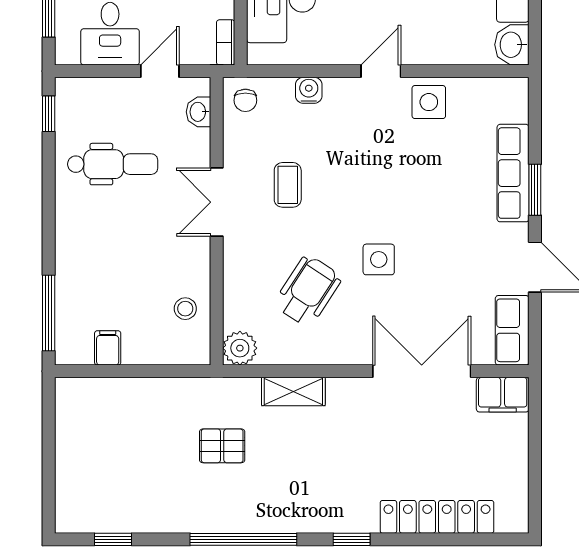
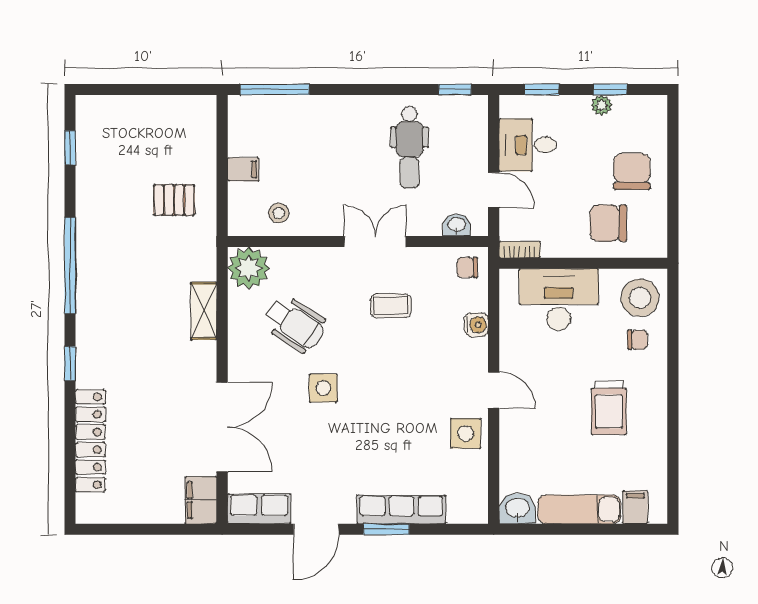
filing cabinet: (108, 348) -> (243, 169), moved
plant: (240, 348) -> (249, 268), width x1.36, depth x1.36
pallet: (222, 446) -> (174, 200), moved, turned 90

